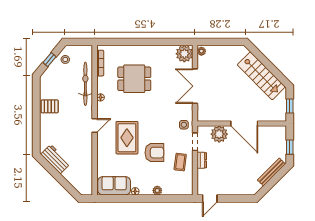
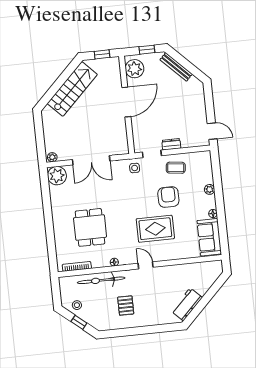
pallet: (50, 106) -> (126, 306), moved
plant: (219, 134) -> (134, 69), moved

